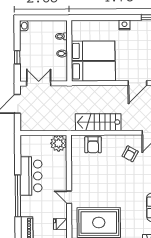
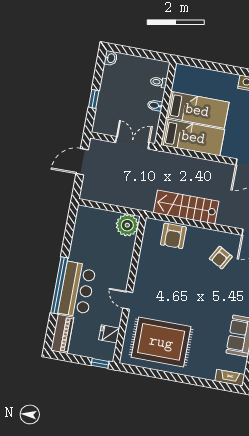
double door: (39, 84) -> (132, 143), moved
bar counter: (31, 176) -> (77, 290), moved

